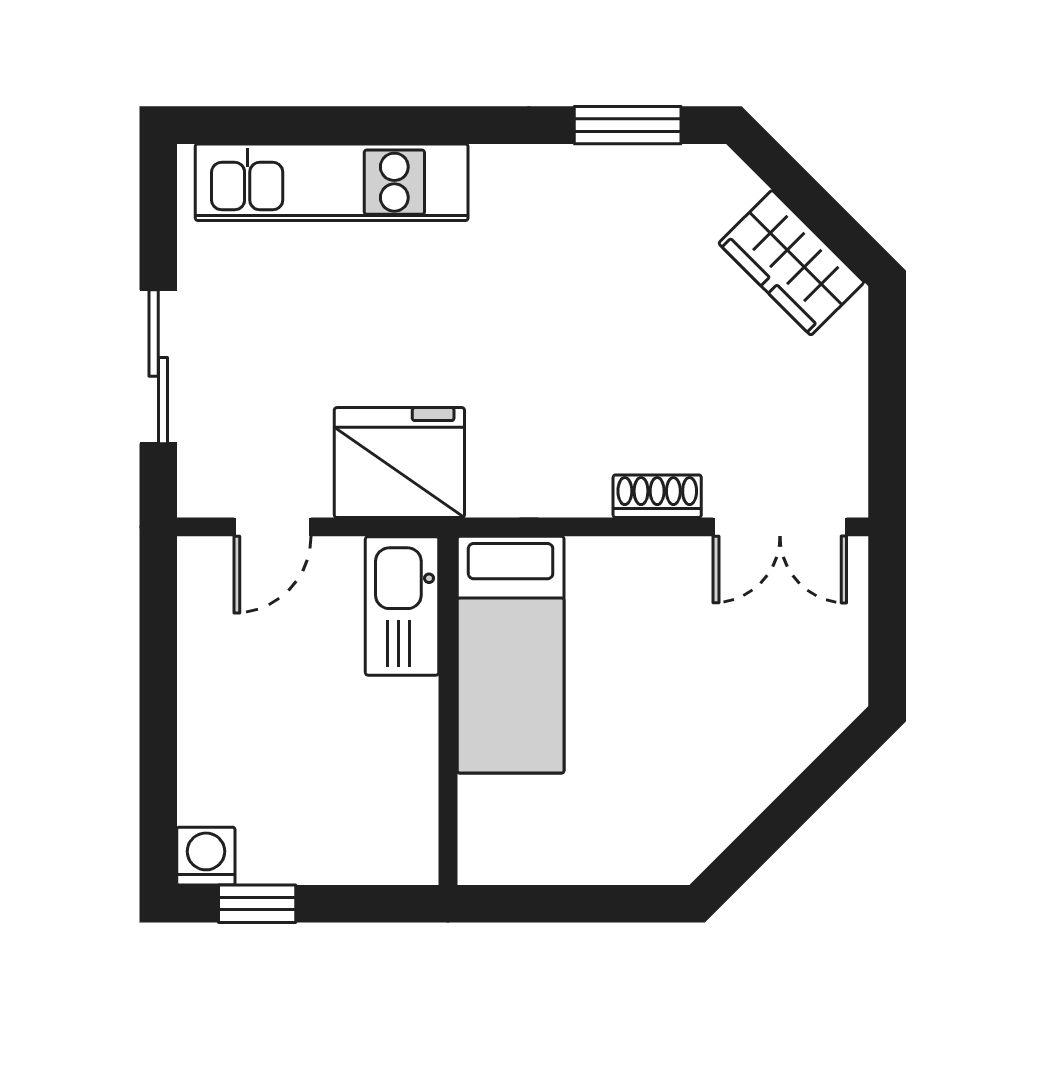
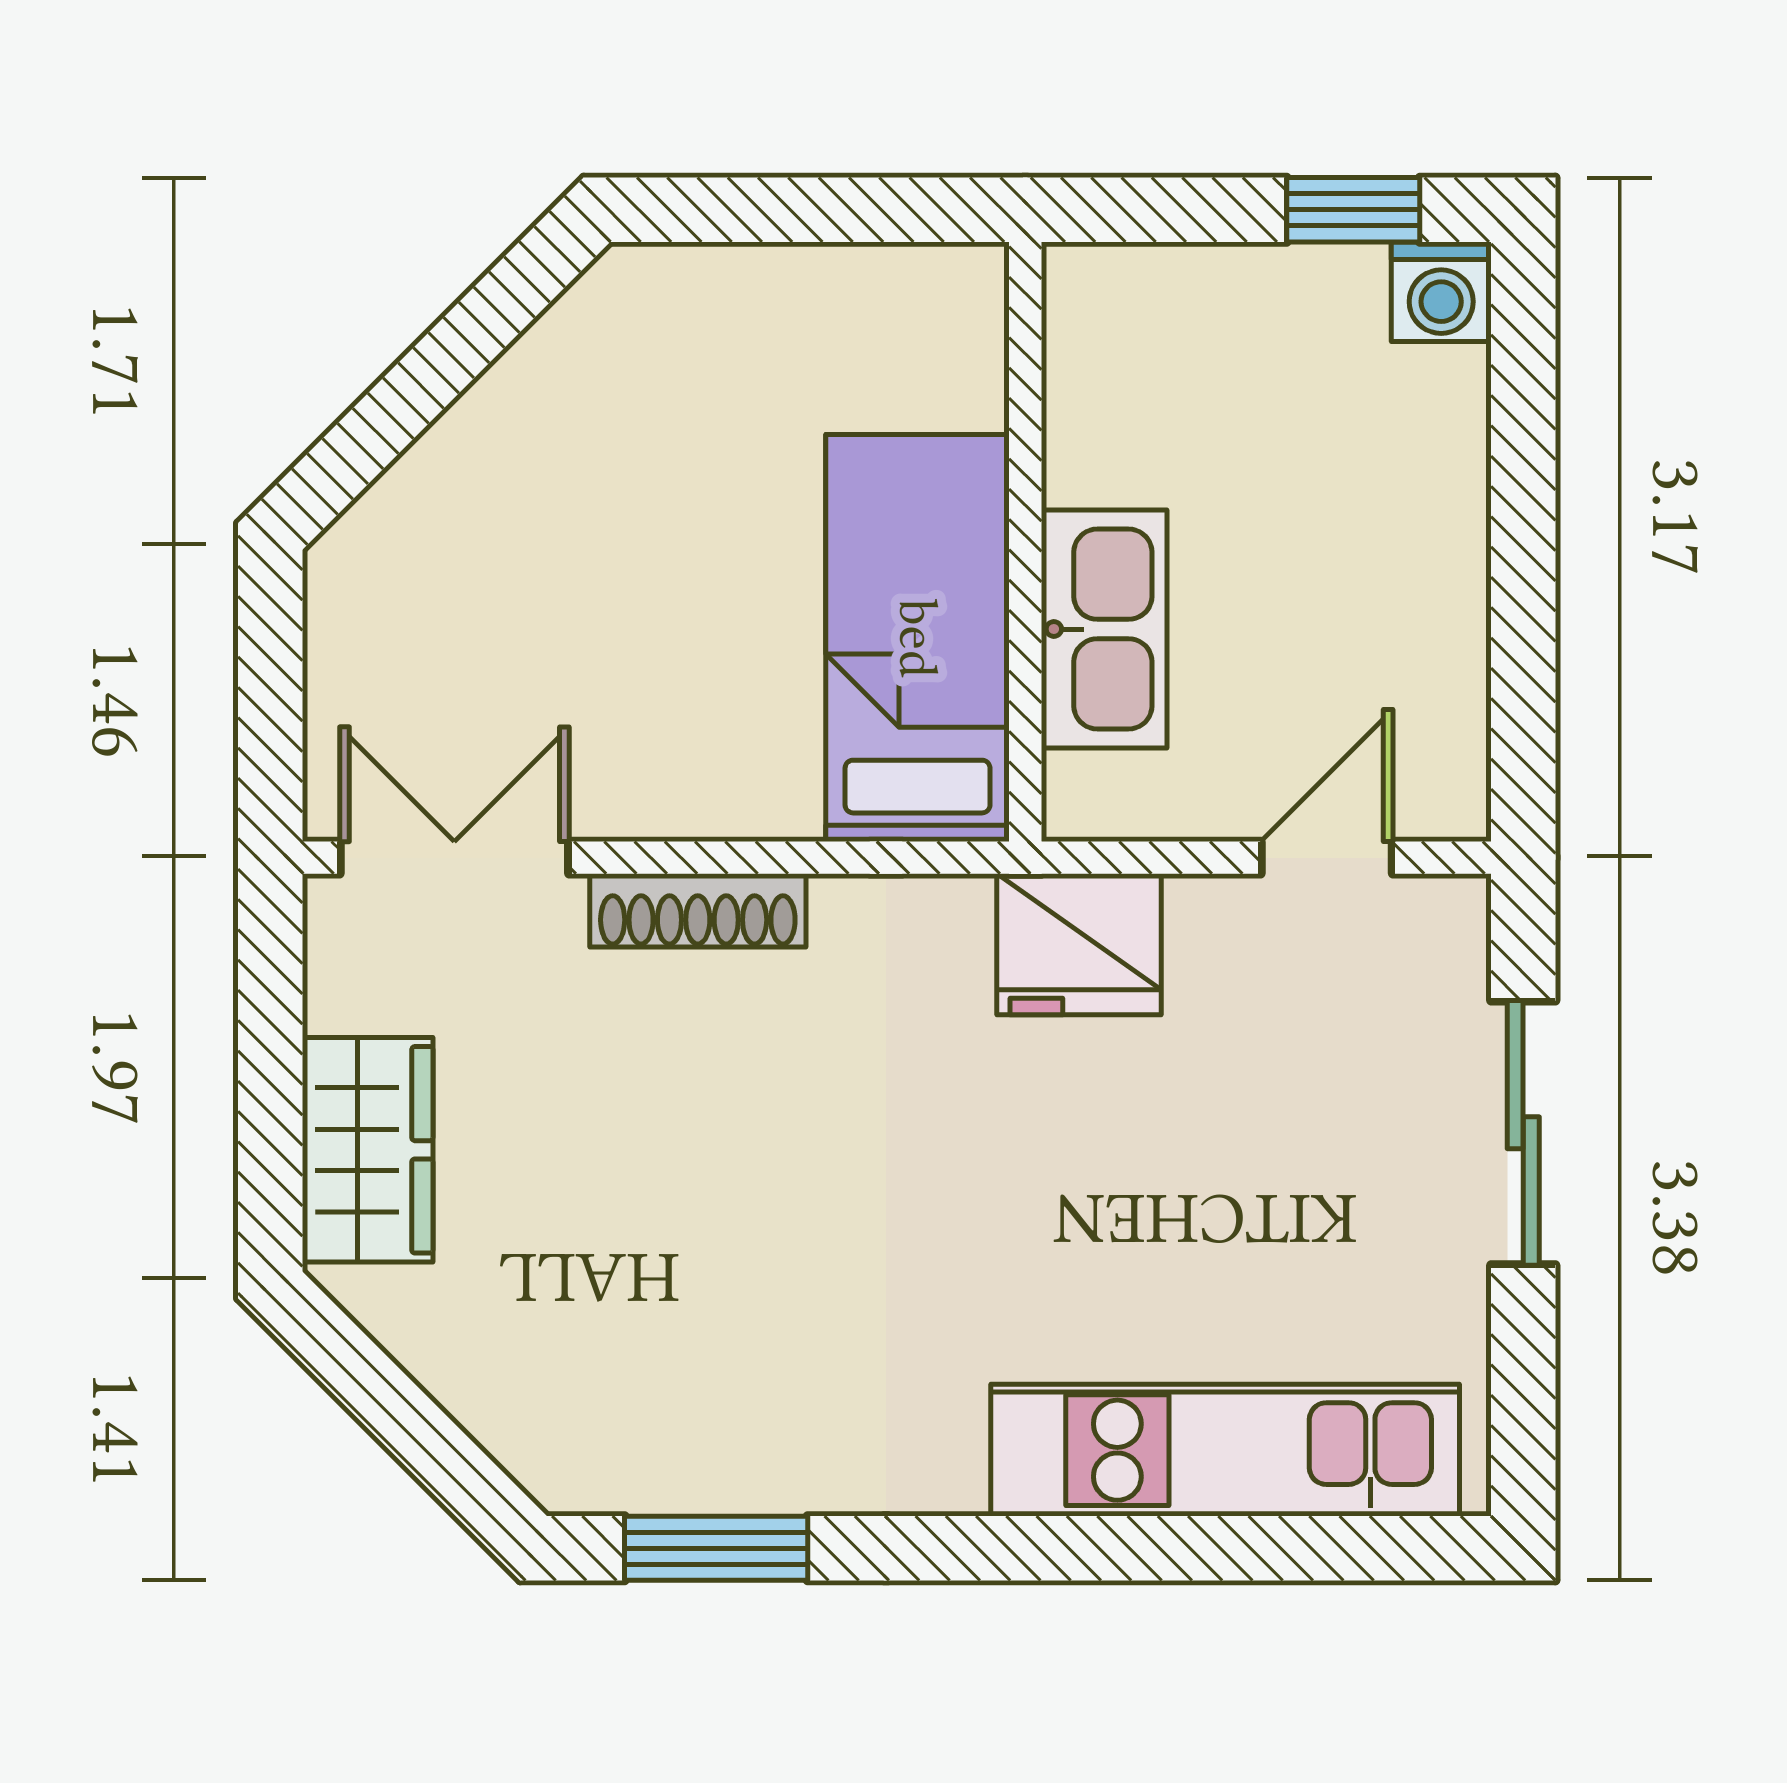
wardrobe: (791, 263) -> (368, 1150), moved, turned 45
fridge: (399, 463) -> (1079, 944), width x0.73, depth x0.75
shoe rack: (657, 496) -> (698, 910), width x1.43
kitchen sink: (402, 606) -> (1104, 629), moved

